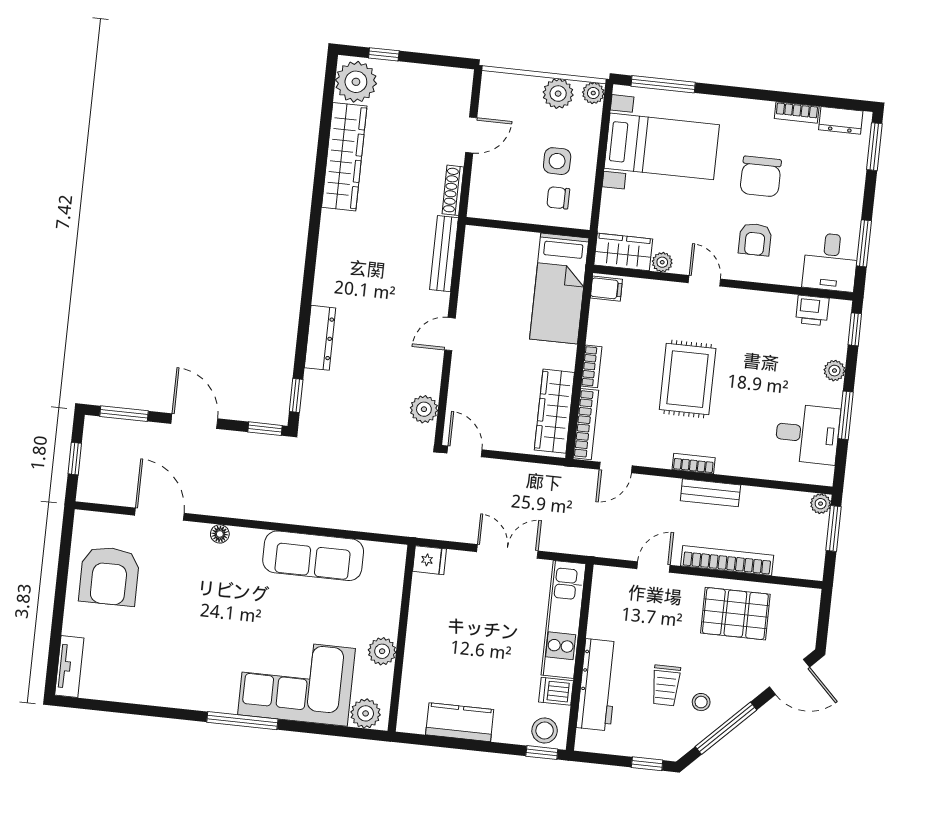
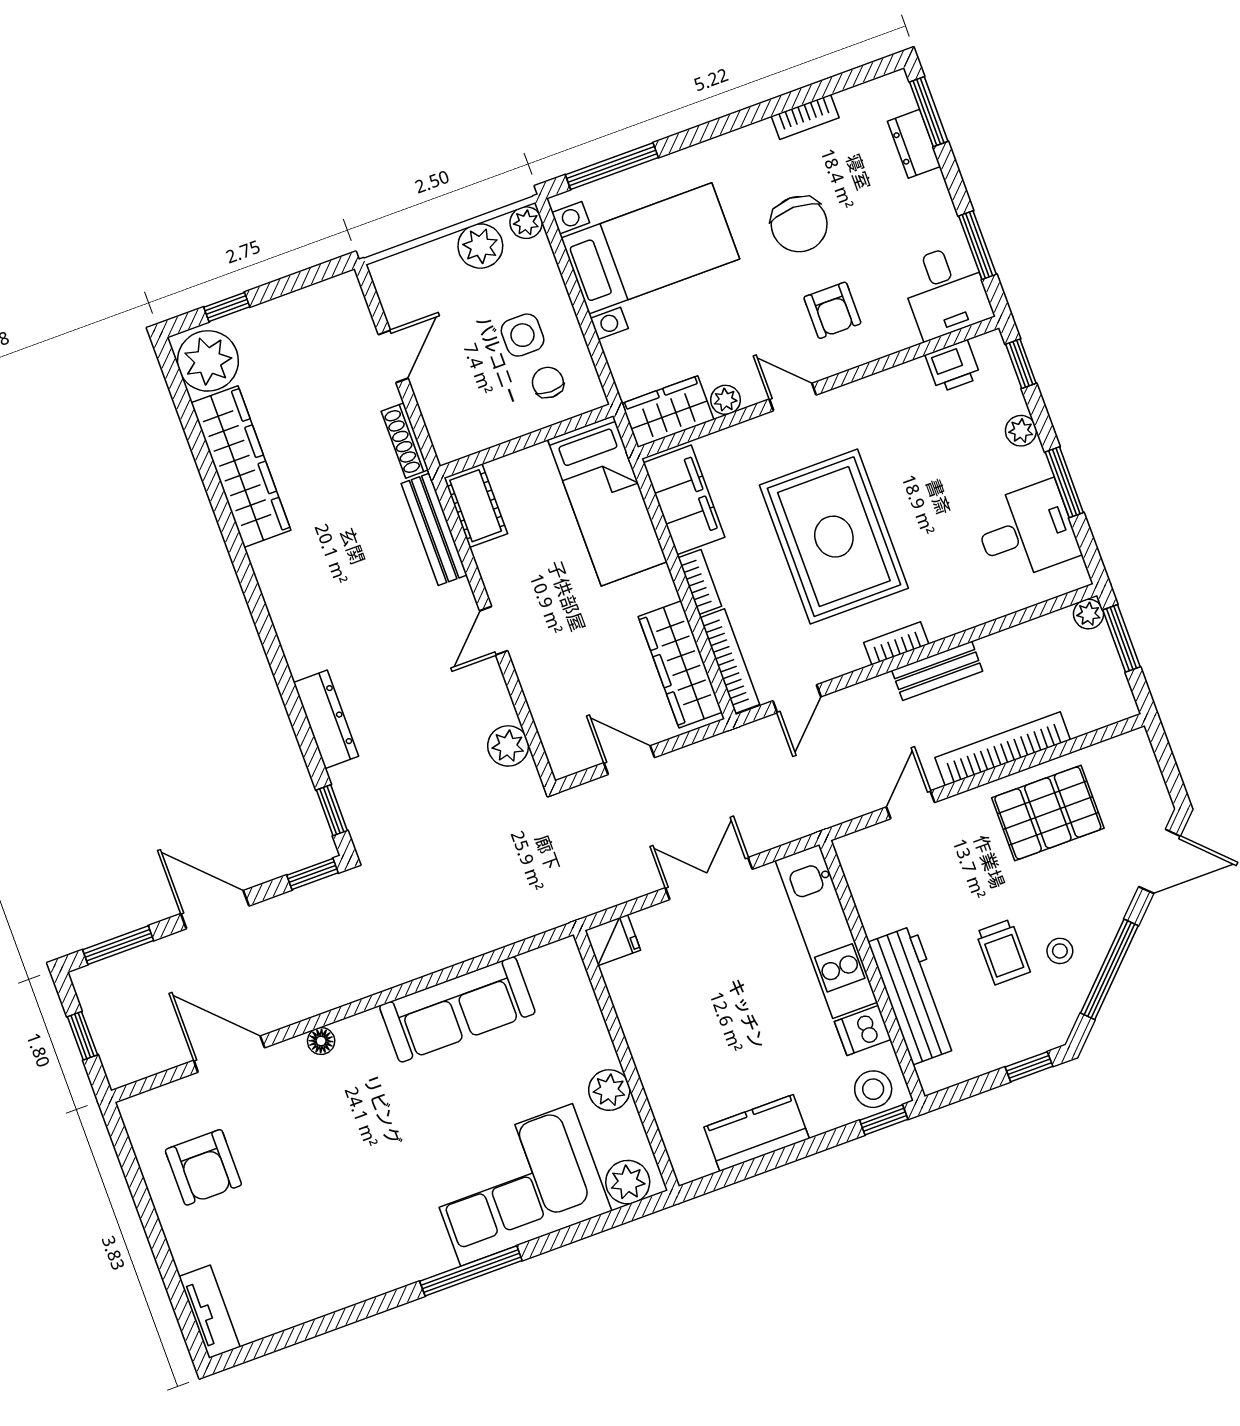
dresser: (841, 120) -> (914, 144), moved, turned 90
chair: (558, 198) -> (548, 382), turned 90
cot: (477, 252) -> (476, 506), added
filing cabinet: (606, 289) -> (684, 500), width x3.00, depth x1.17
rug: (688, 379) -> (834, 537), width x1.37, depth x1.44
door: (465, 451) -> (629, 760), moved
armchair: (109, 576) -> (203, 1167), width x0.73, depth x0.73

